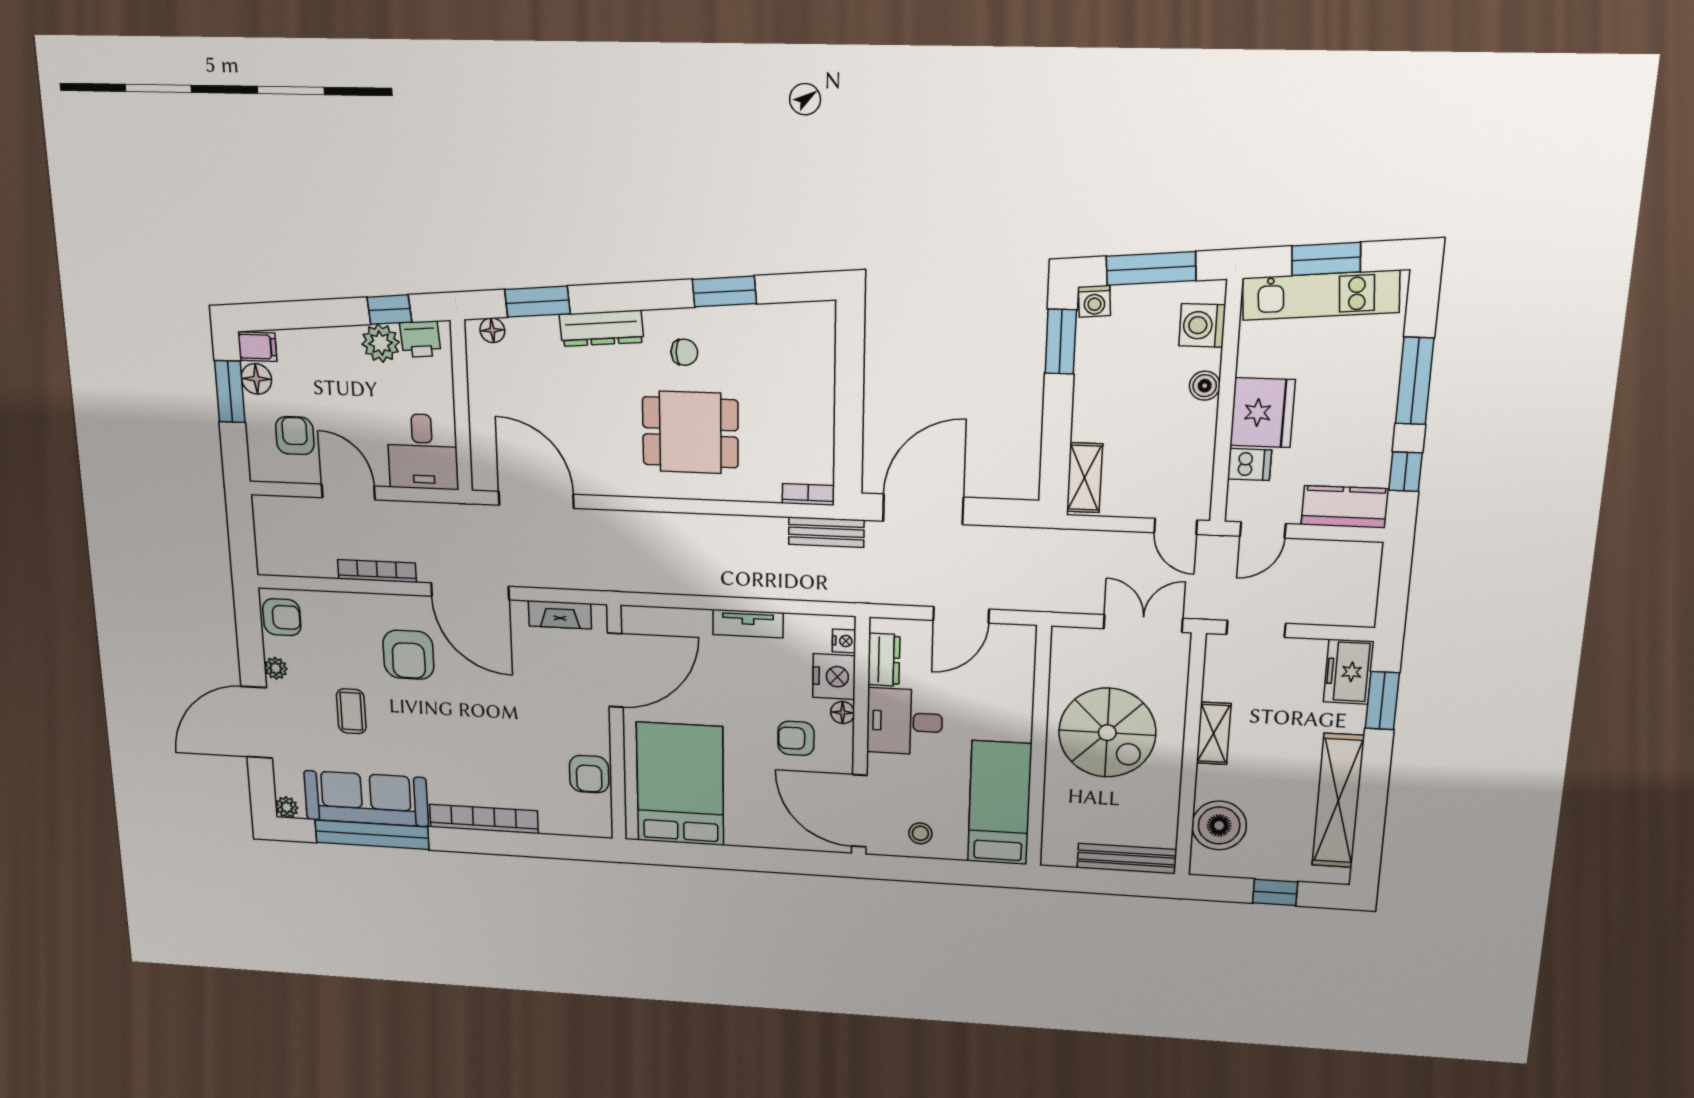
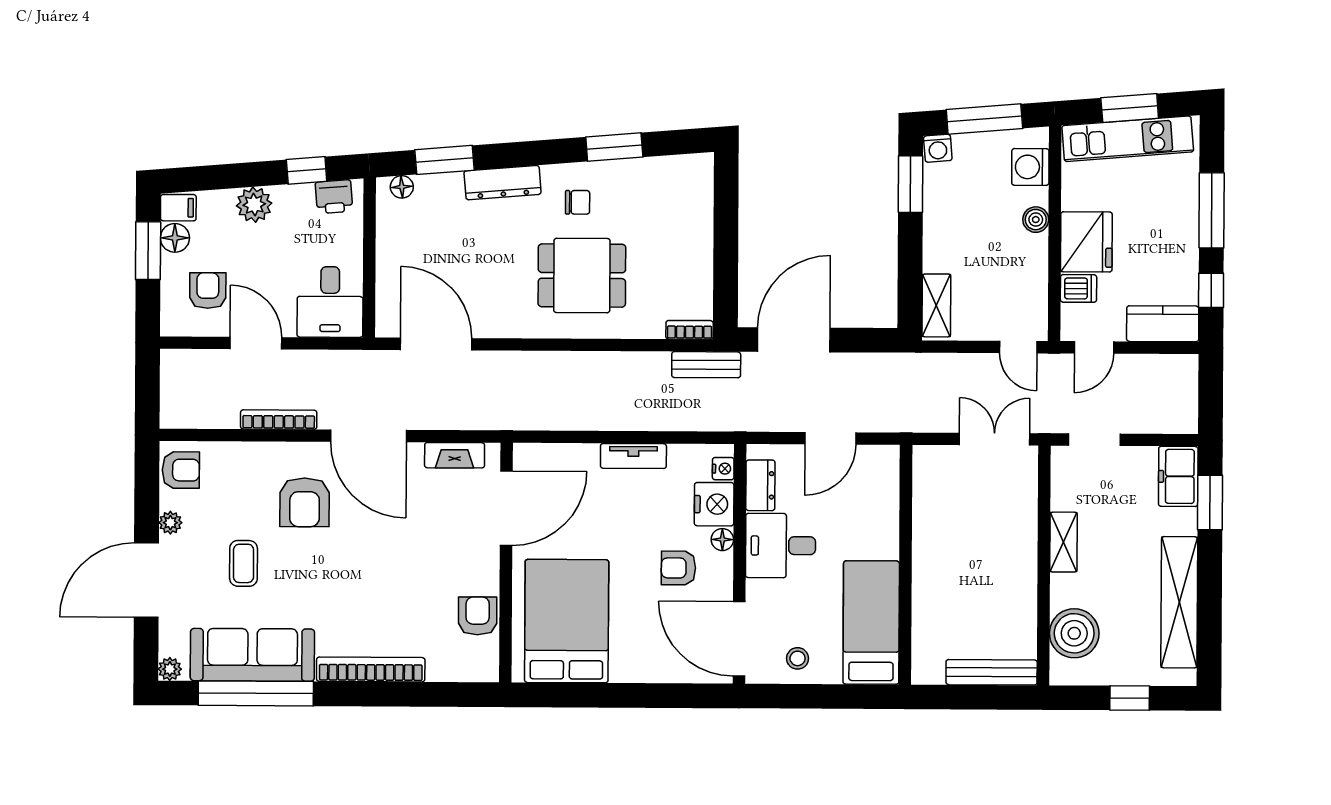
plant: (381, 343) -> (254, 205), moved
spiral stairs: (1107, 733) -> (968, 547), removed
armchair: (589, 774) -> (478, 616), turned 180

